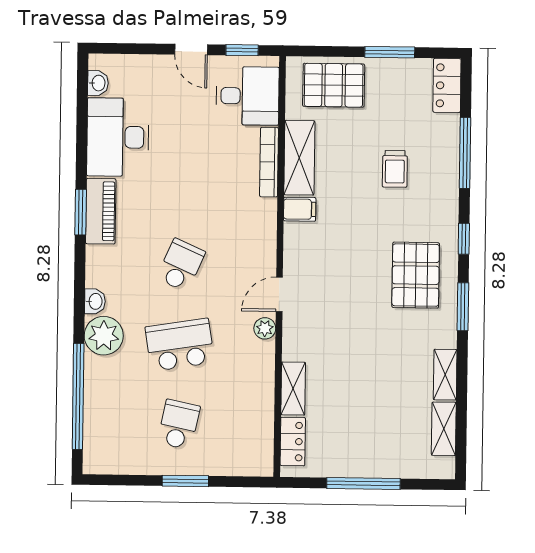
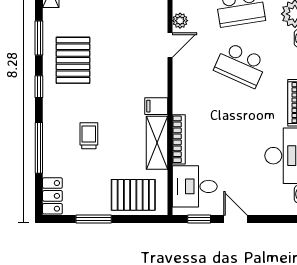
school desk: (181, 265) -> (241, 65), width x1.85

